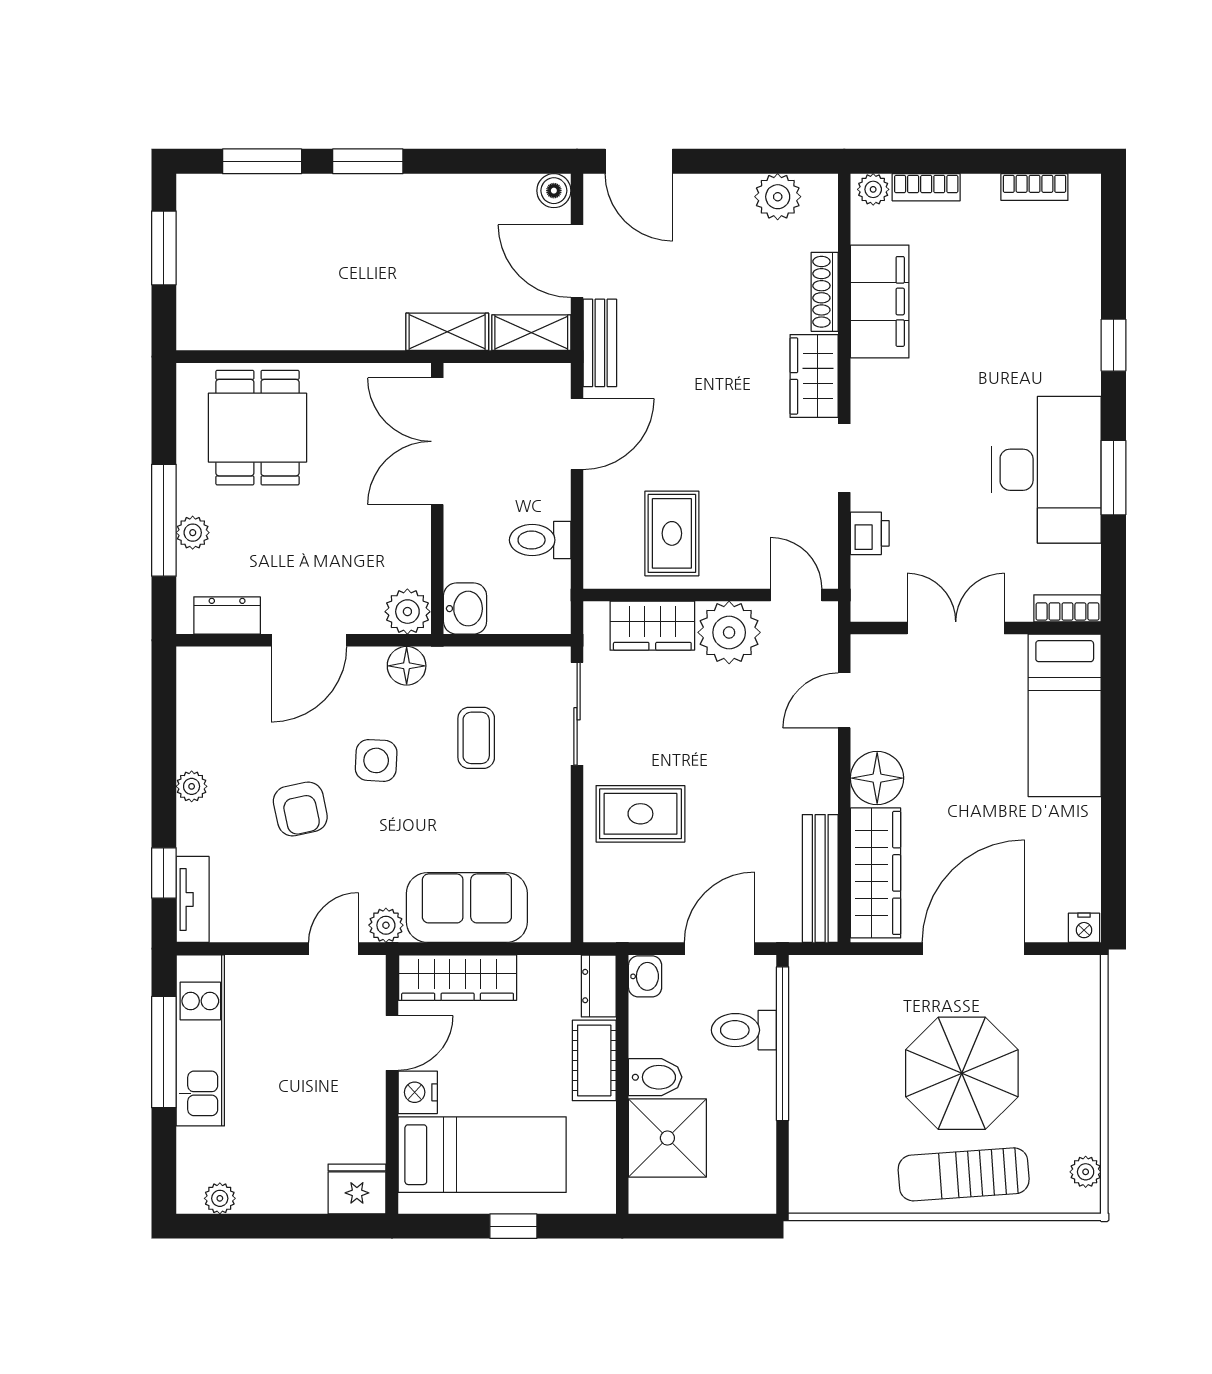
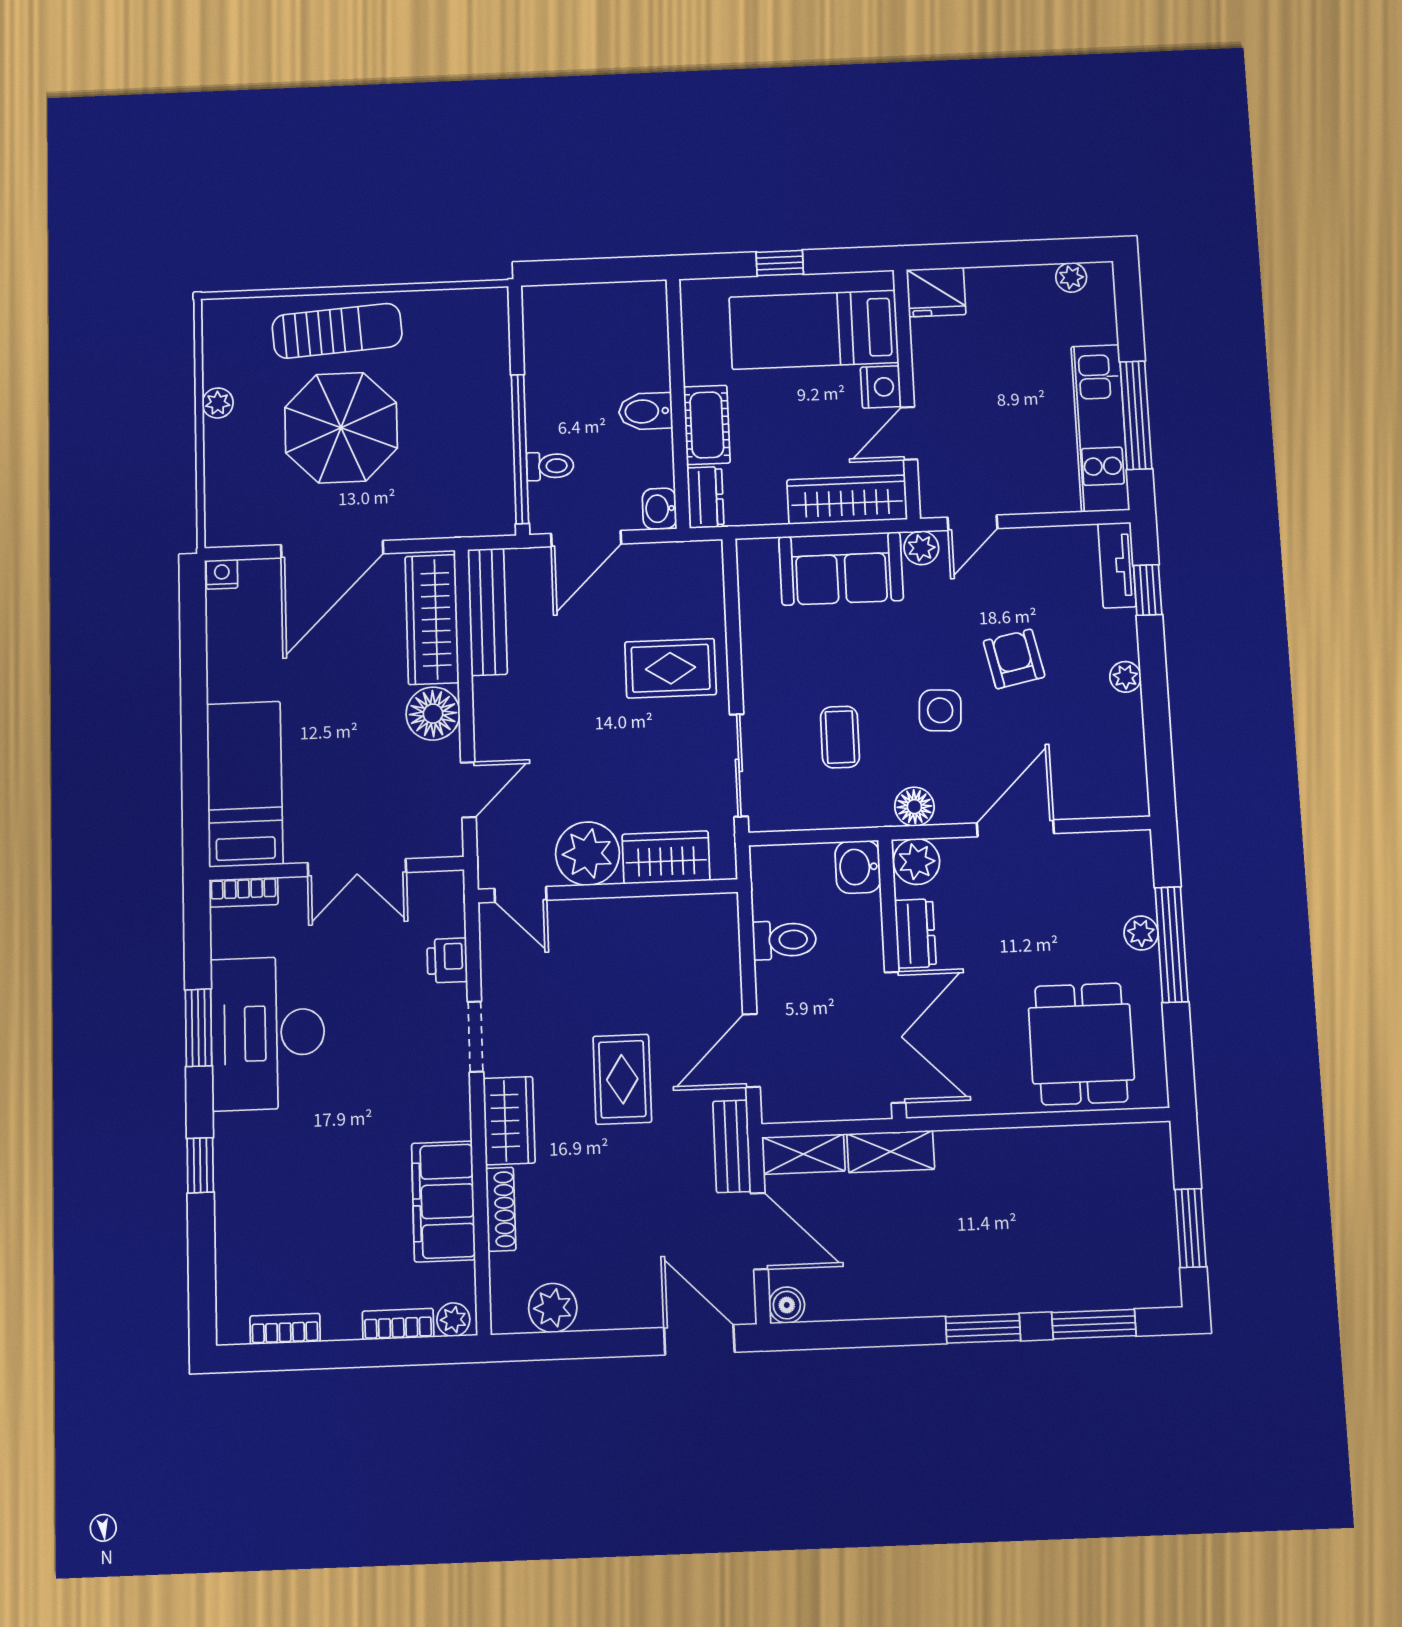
rug: (672, 533) -> (622, 1079), moved
dresser: (227, 615) -> (915, 933), moved, turned -90
toilet: (744, 1030) -> (550, 466), width x0.73, depth x0.72
shower: (667, 1138) -> (631, 353), removed
plant: (1086, 1172) -> (218, 403), moved

